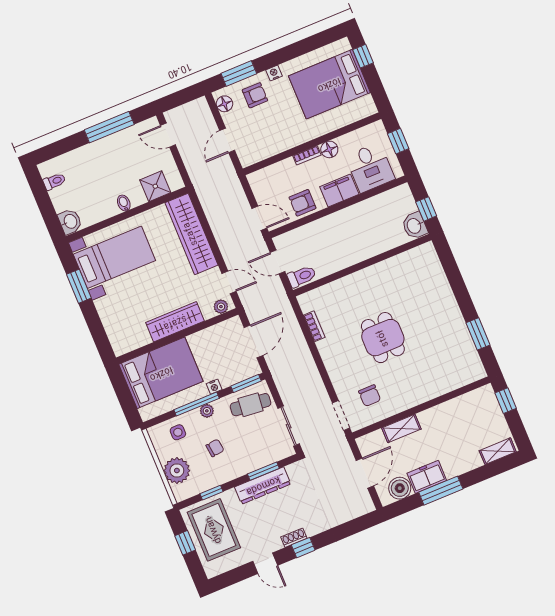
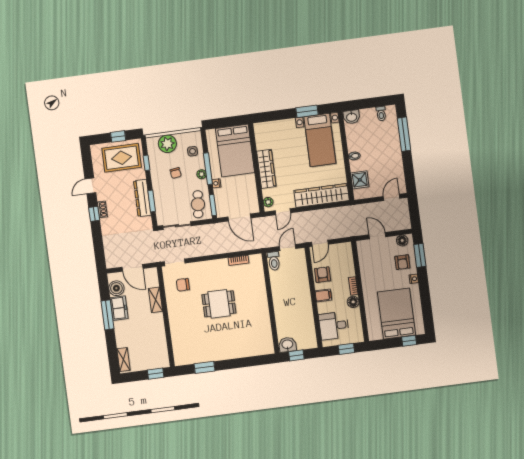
window: (109, 127) -> (404, 134), moved
filing cabinet: (339, 190) -> (323, 295), width x0.50

